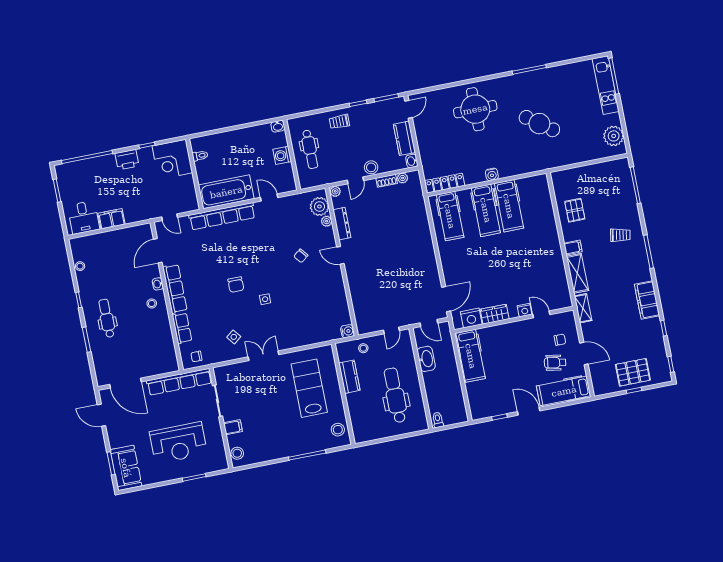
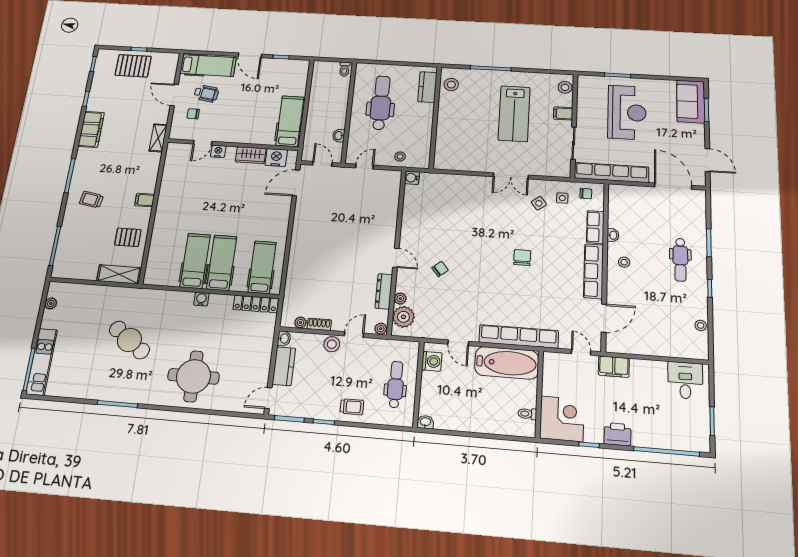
plant: (614, 136) -> (51, 303), width x0.53, depth x0.53
washing machine: (282, 155) -> (432, 361), moved
pallet: (575, 210) -> (128, 237), turned 90
filing cabinet: (111, 219) -> (614, 367), moved
shelving: (577, 273) -> (119, 274), moved, turned 90
washbasin: (158, 284) -> (613, 235), moved
side table: (265, 299) -> (562, 198), moved
door: (541, 314) -> (203, 143), hinge flipped
washbasin: (426, 359) -> (339, 136), width x0.52, depth x0.69
kitchen counter: (349, 377) -> (427, 87), moved
lab bench: (309, 388) -> (514, 114), moved
dental chair: (395, 395) -> (381, 103), turned 180
reception desk: (178, 443) -> (627, 112), turned 90

